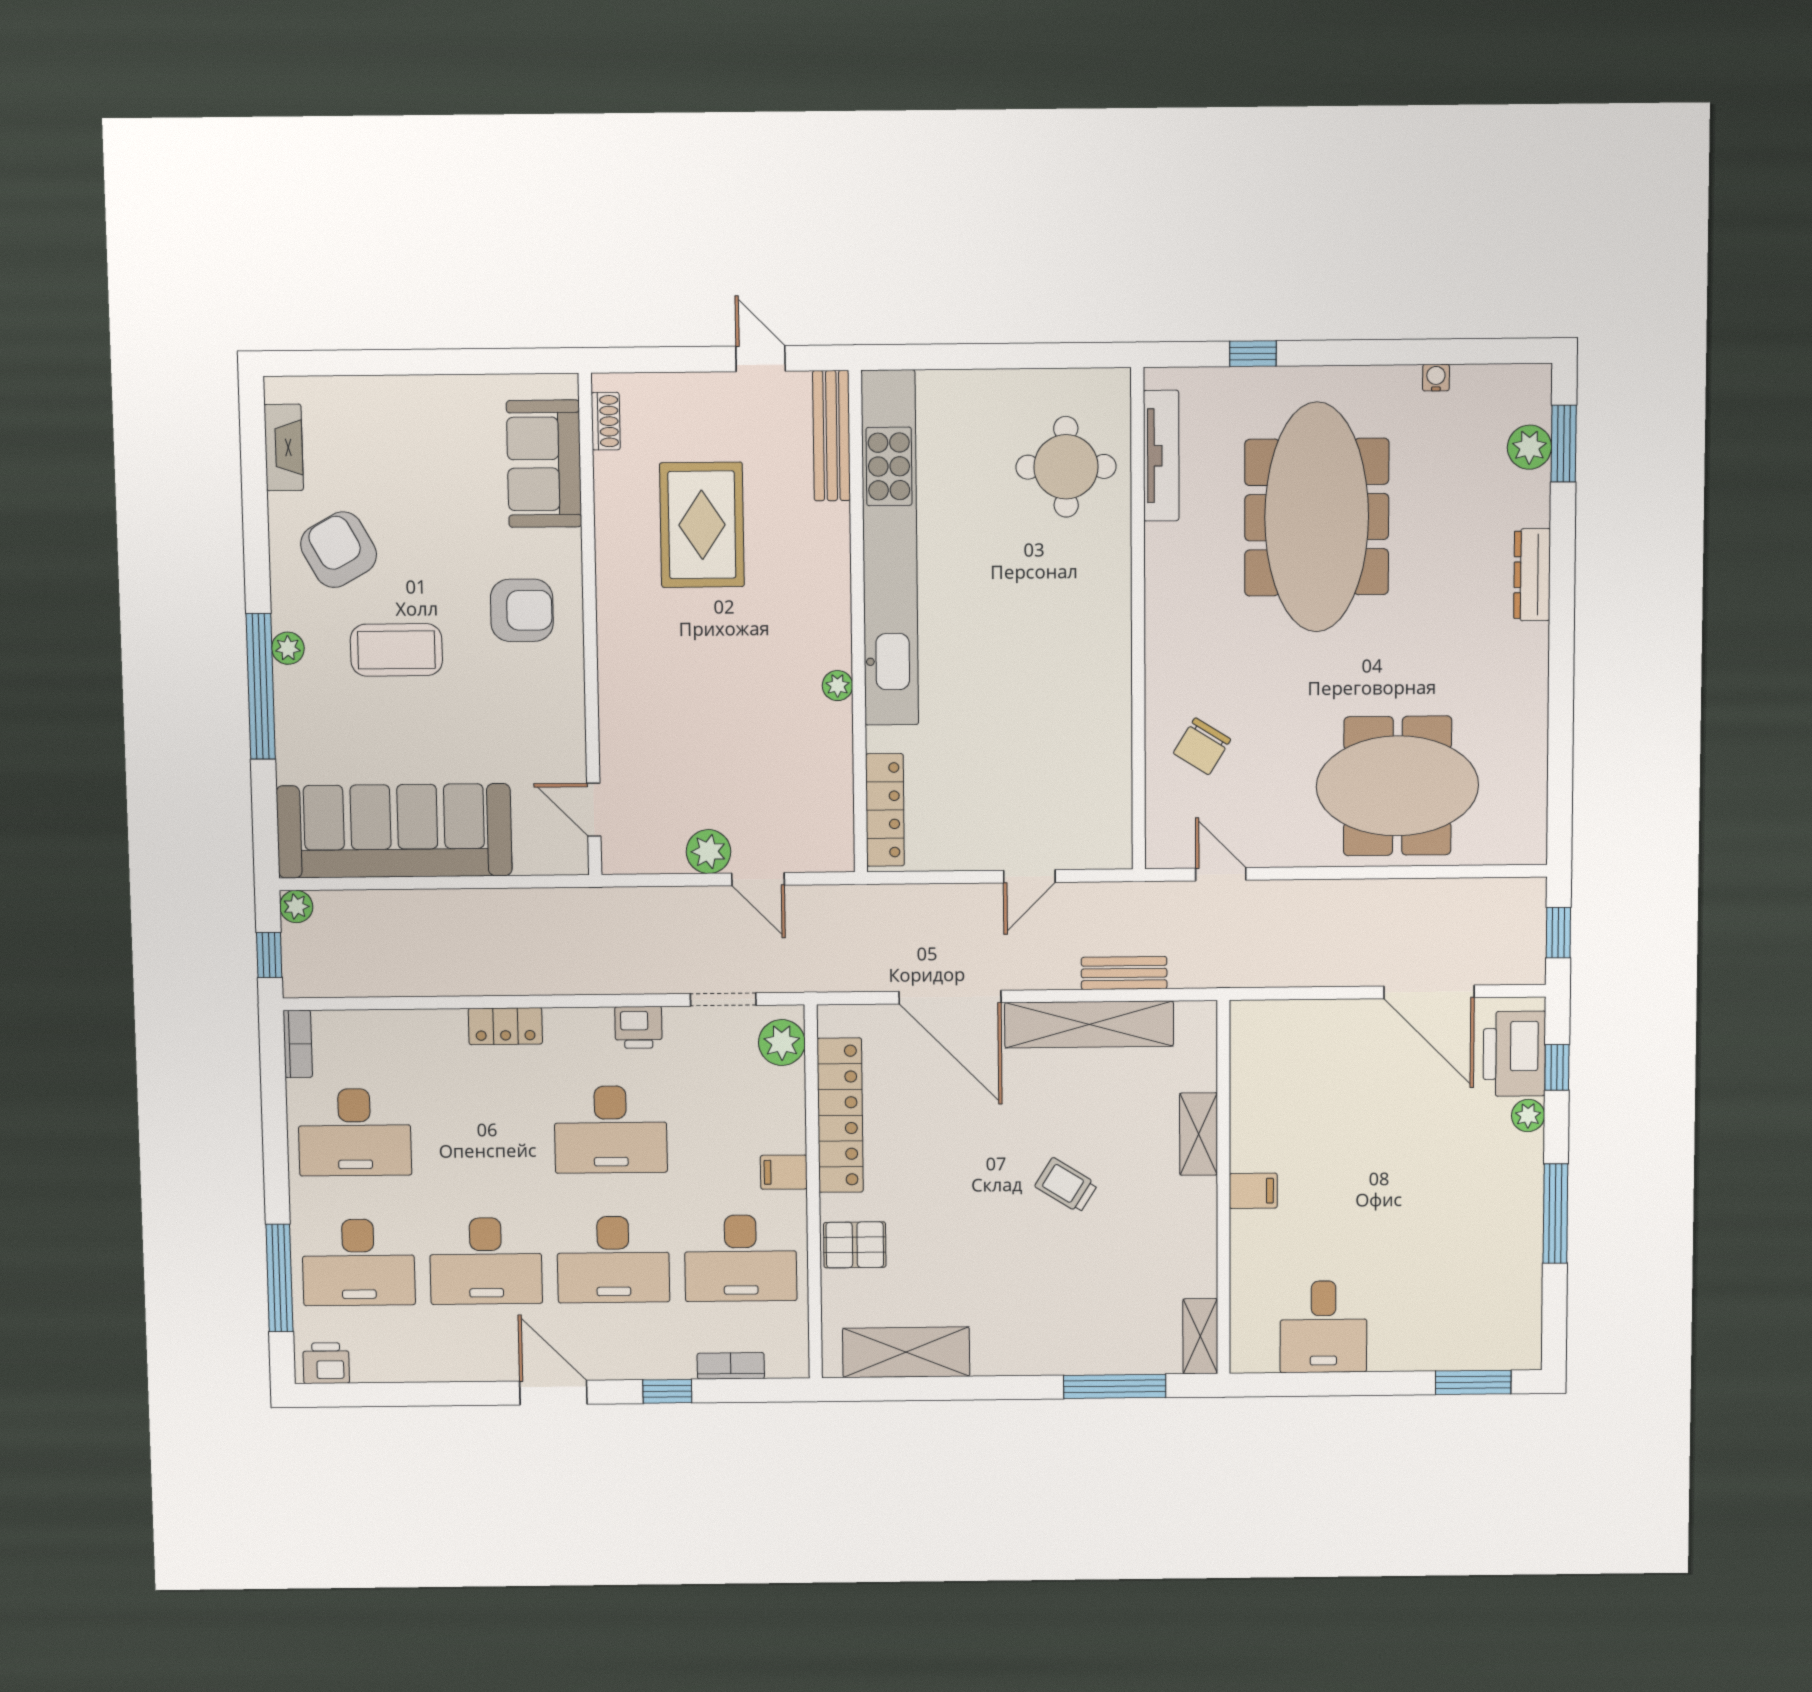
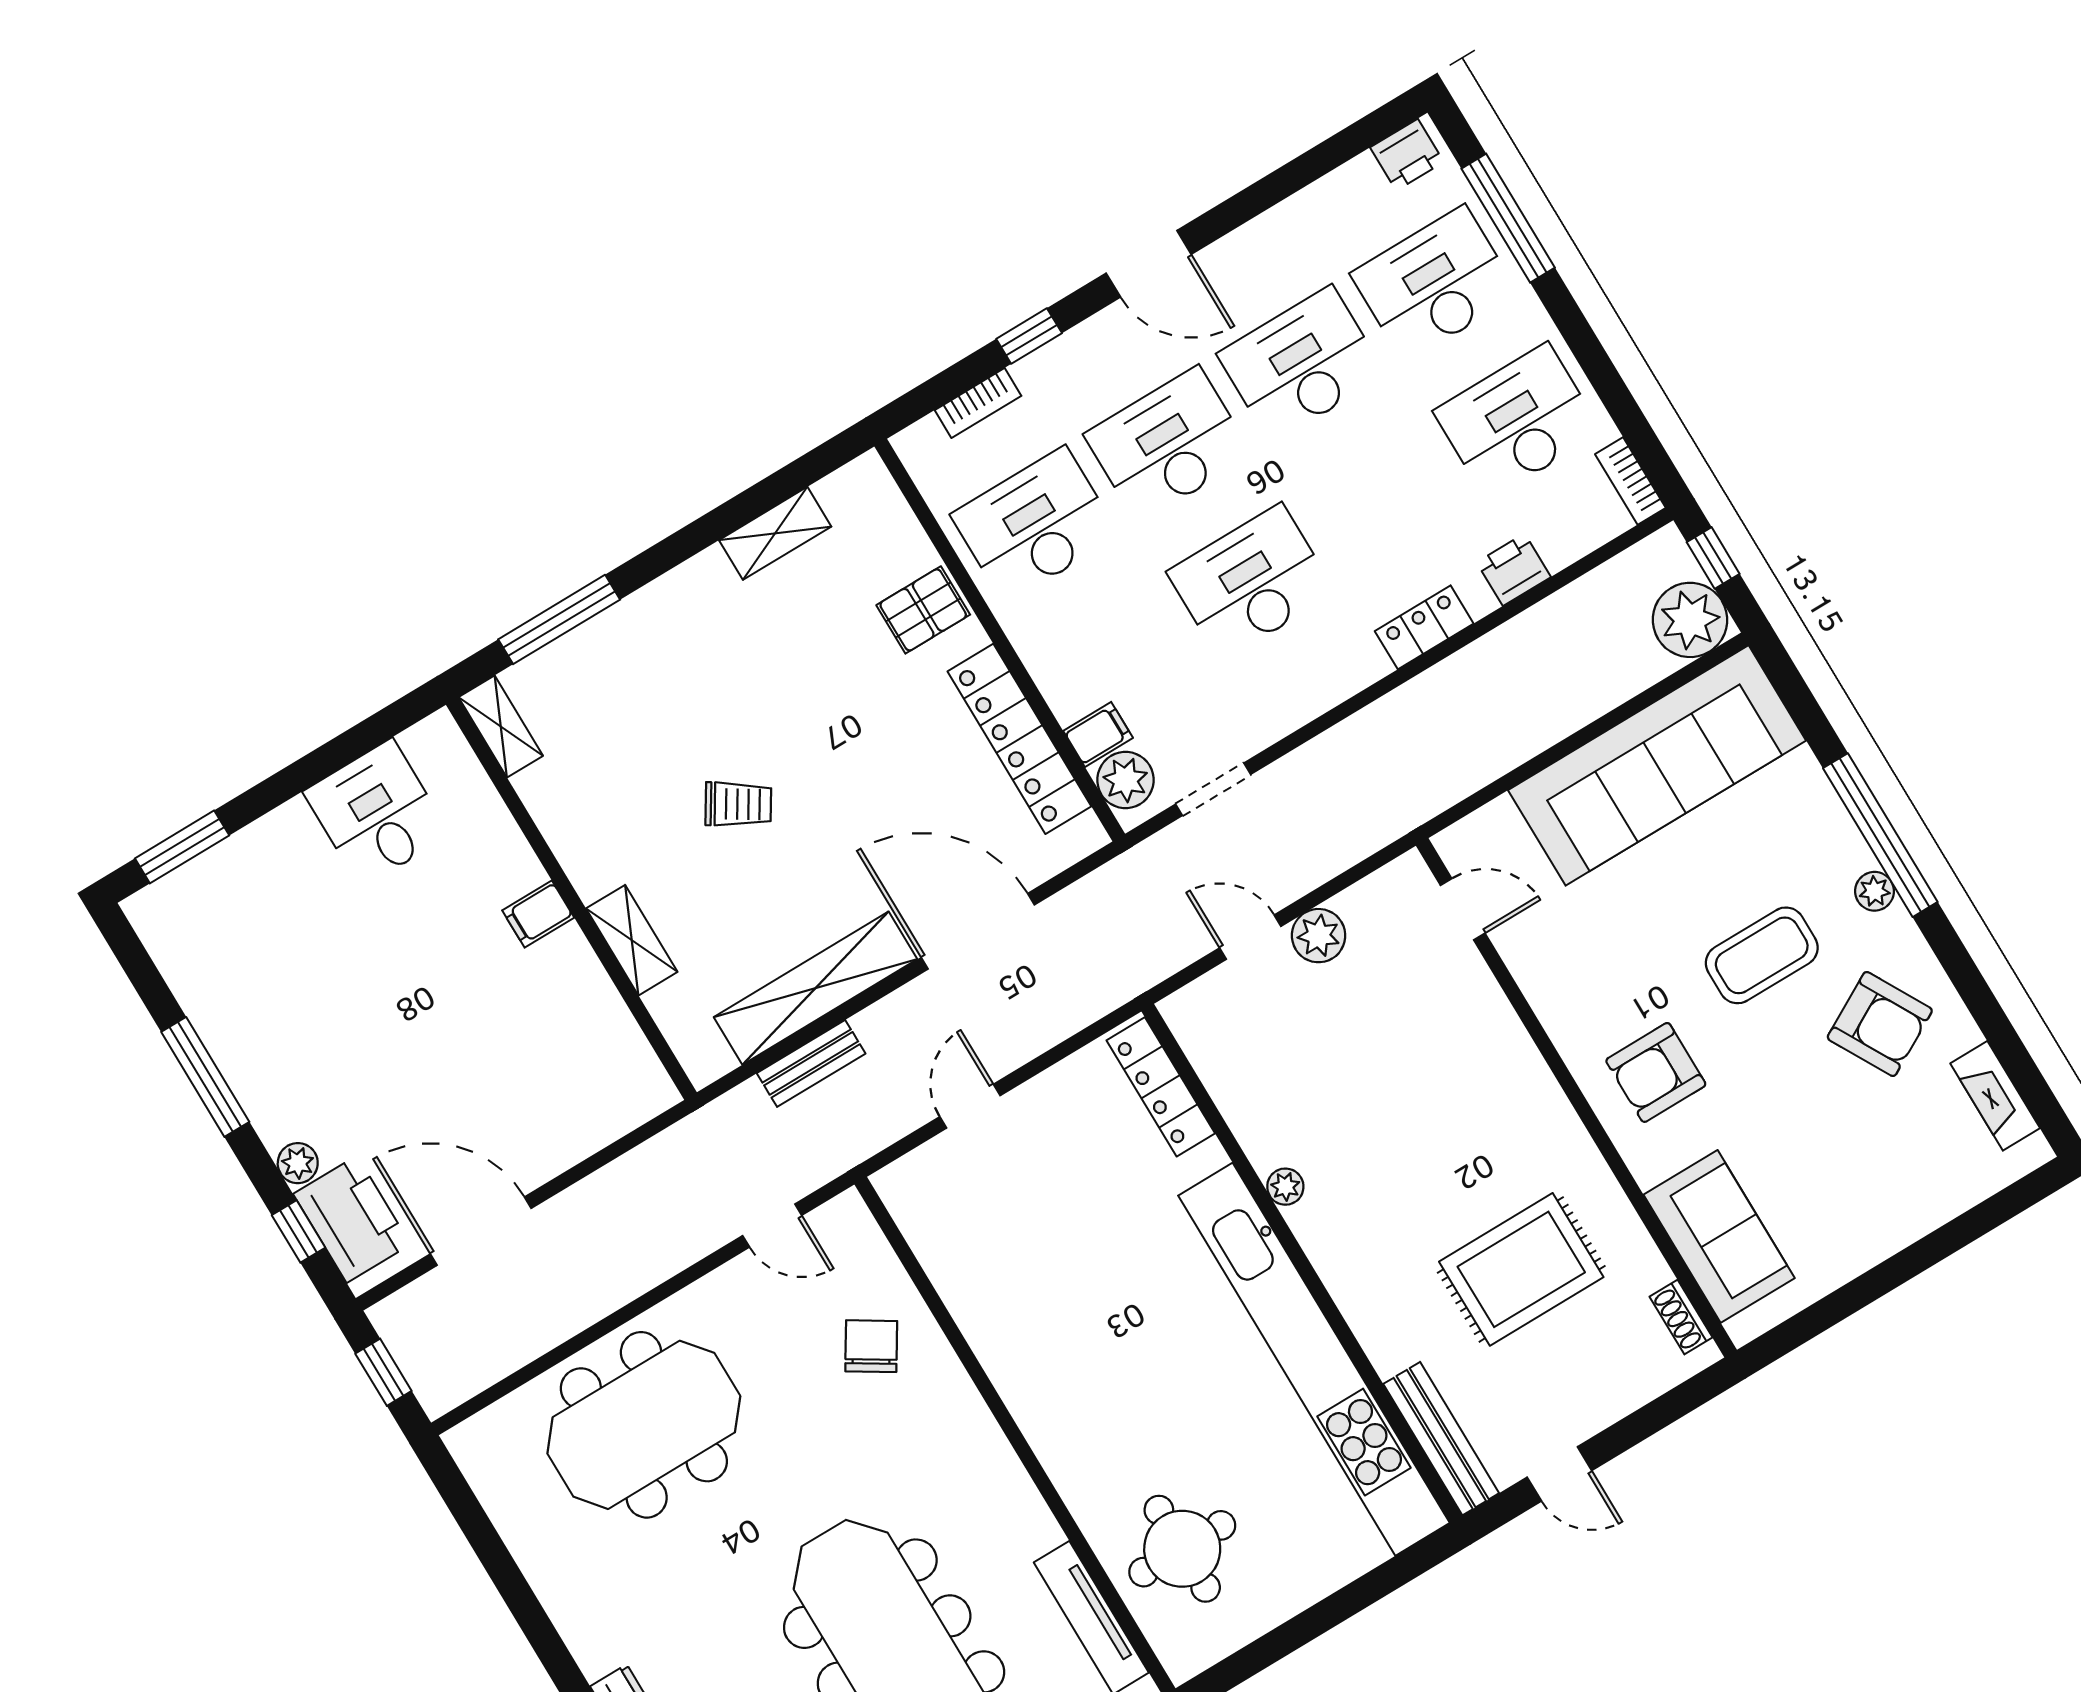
rug: (702, 525) -> (1521, 1269), turned 90
plant: (296, 906) -> (1690, 620), width x1.88, depth x1.88
printer: (638, 1027) -> (1514, 570), moved
filing cabinet: (784, 1172) -> (1098, 734), moved
shelving: (906, 1352) -> (775, 533), width x0.67, depth x0.75

